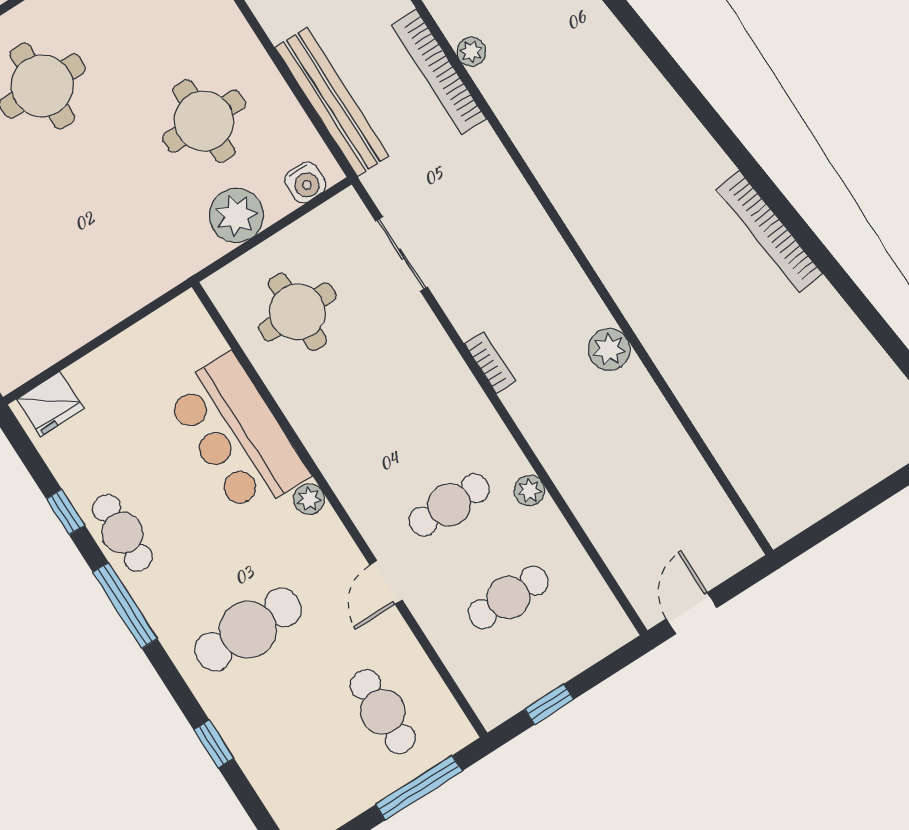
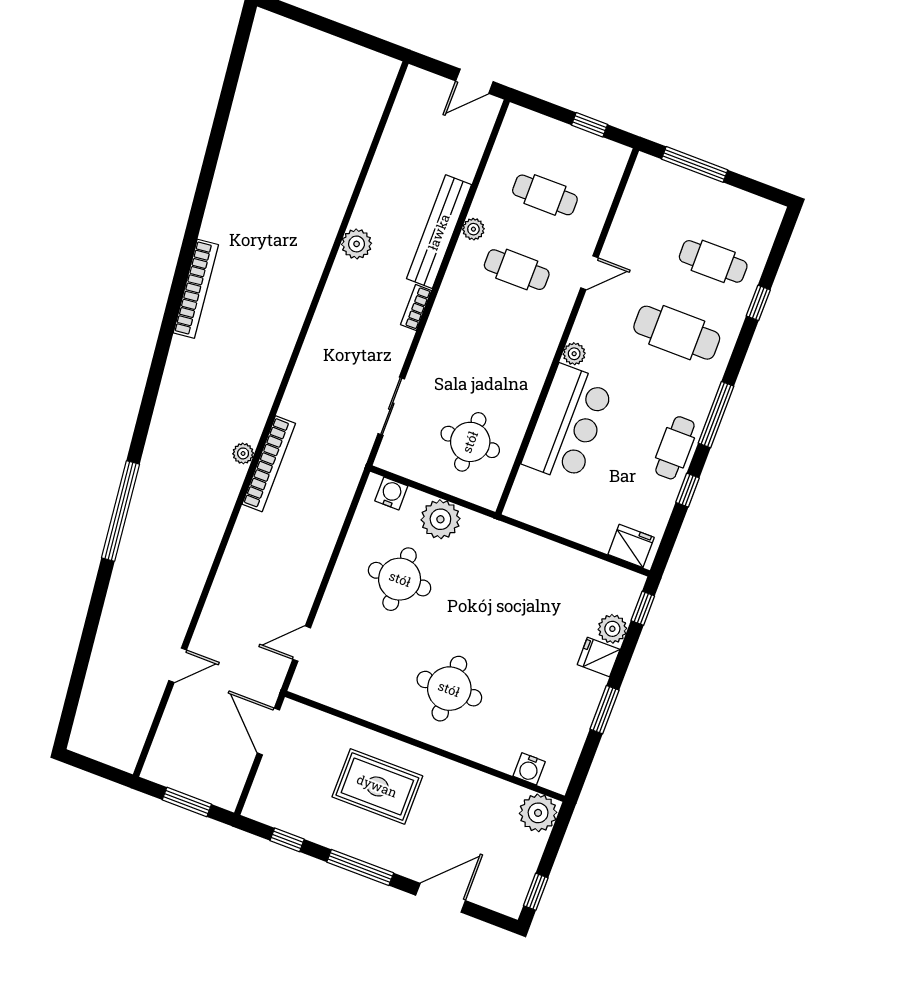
bench: (332, 102) -> (439, 232), moved
bookcase: (770, 231) -> (196, 289), moved
cafe table: (383, 712) -> (713, 261), moved, turned 90

